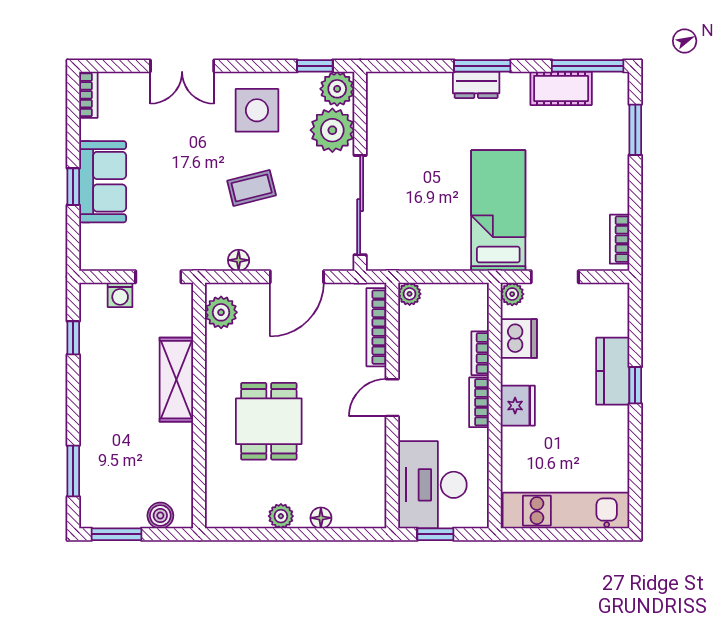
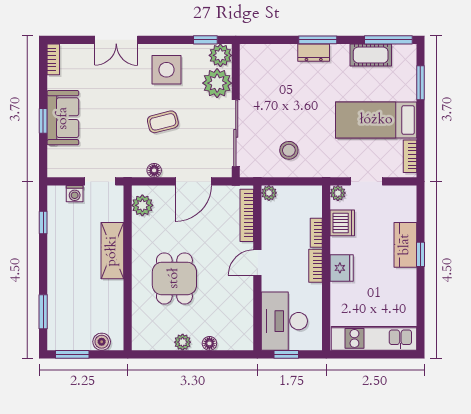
bed: (498, 211) -> (376, 120), moved, turned -90
stool: (439, 230) -> (289, 150), added

